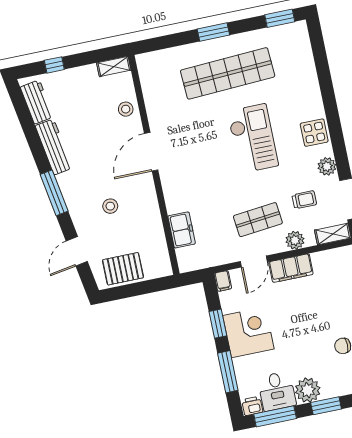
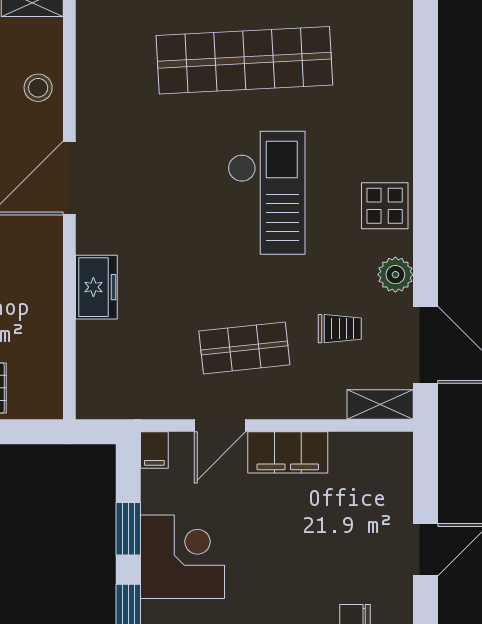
freezer: (182, 230) -> (96, 287), moved
plant: (295, 240) -> (306, 401), removed

